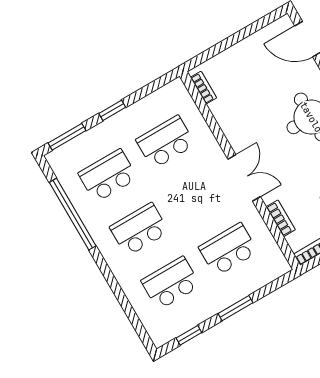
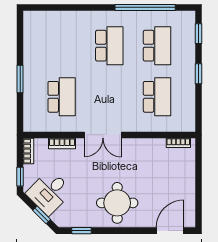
window: (67, 137) -> (199, 34), width x0.67
school desk: (171, 283) -> (62, 46), removed
window: (189, 335) -> (20, 38), removed

